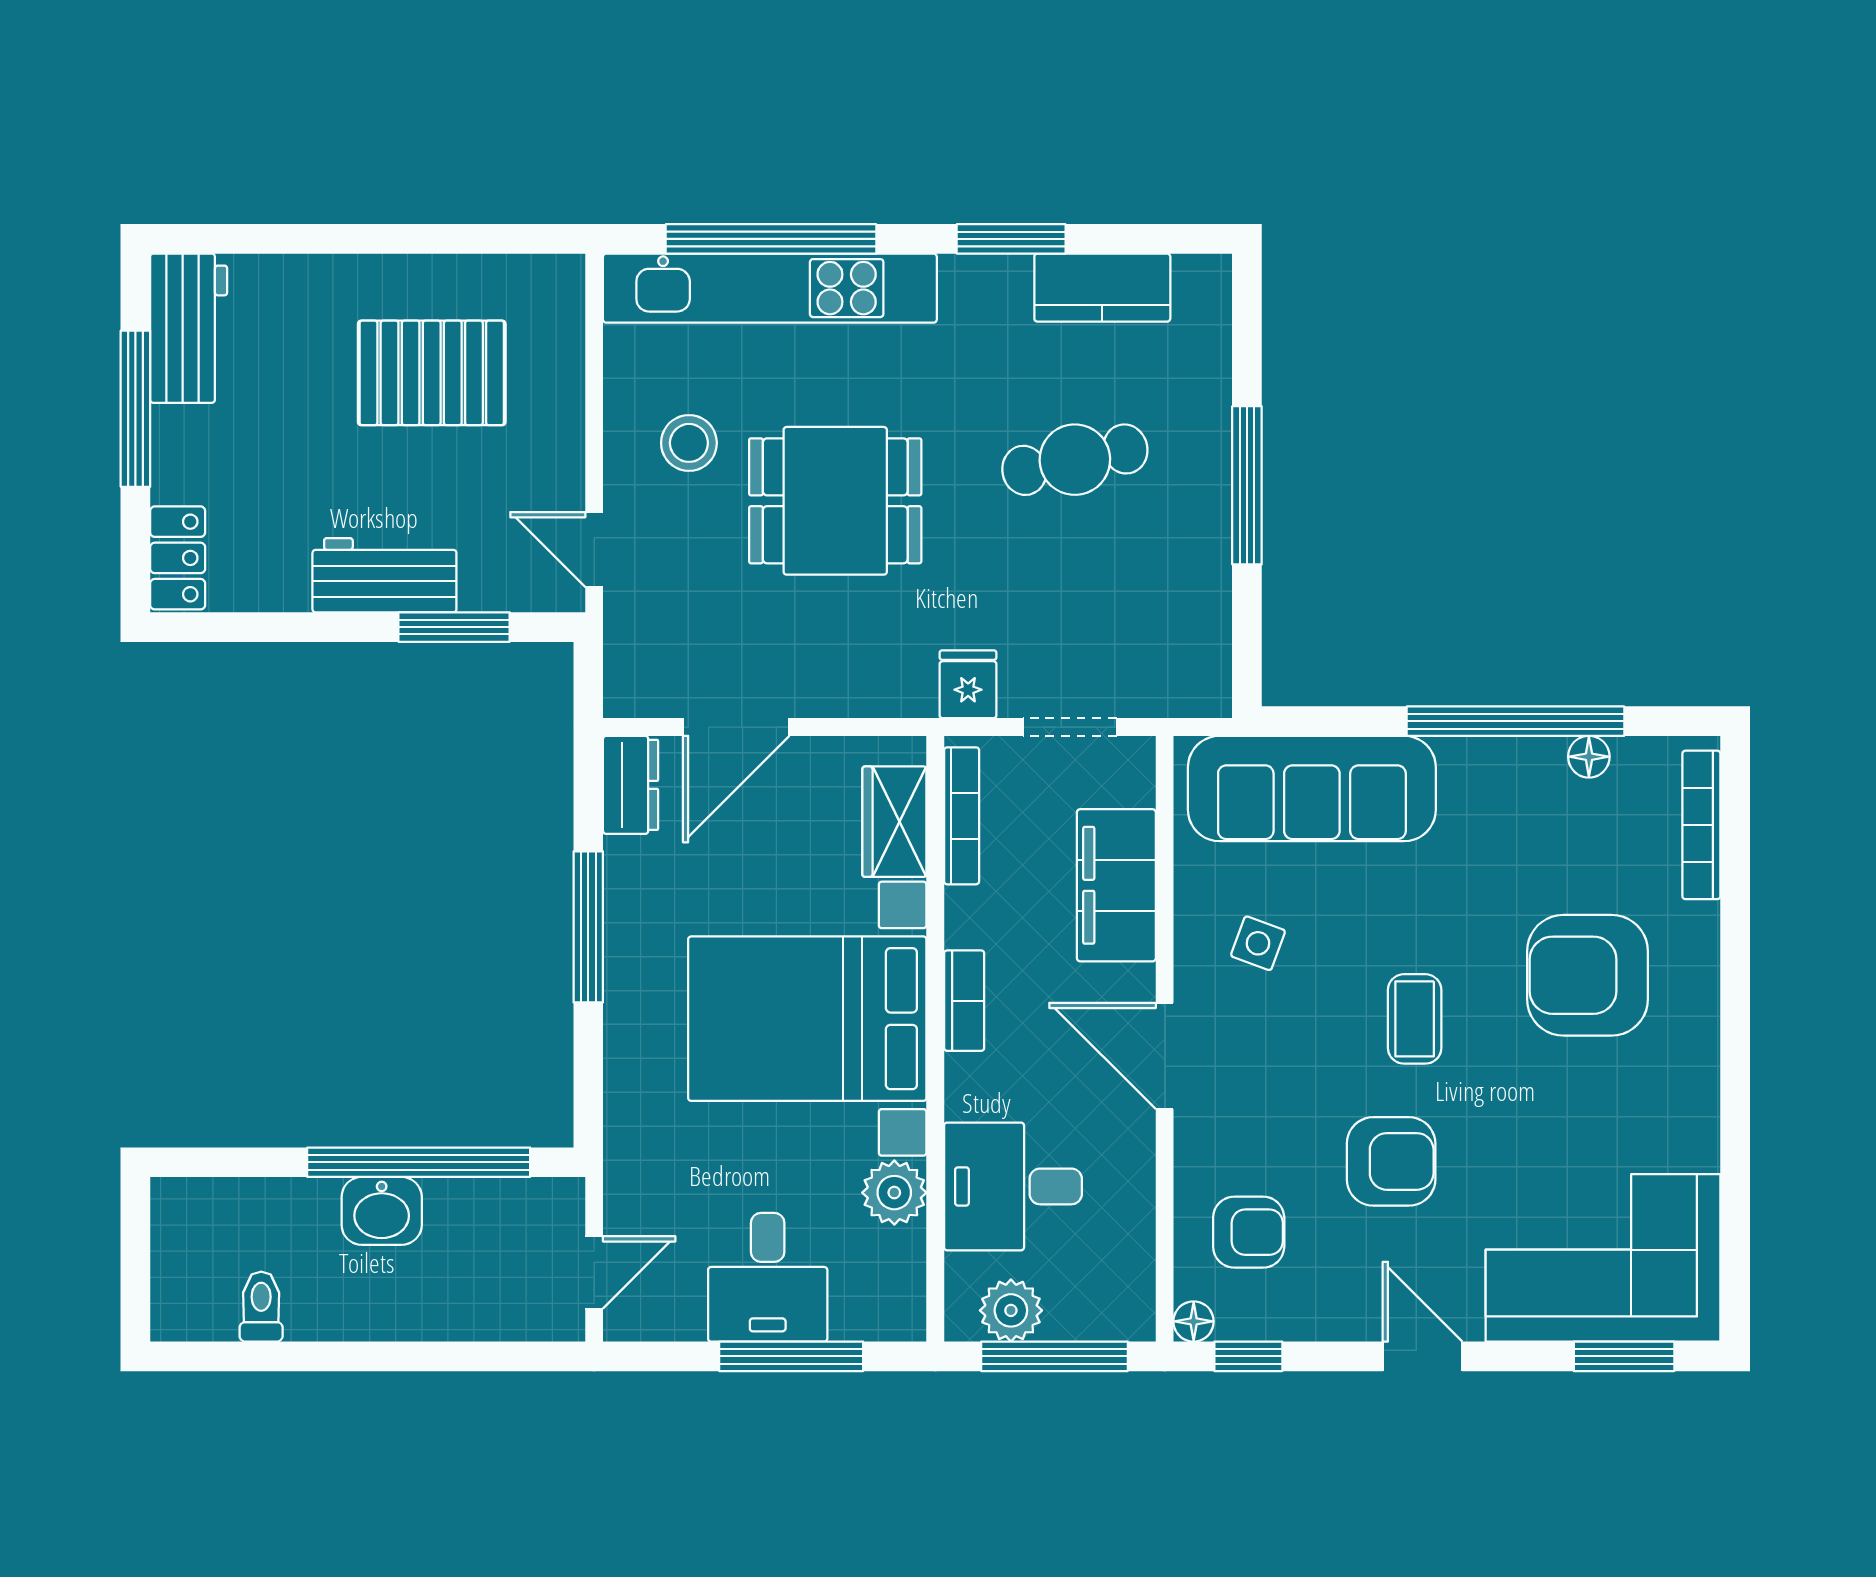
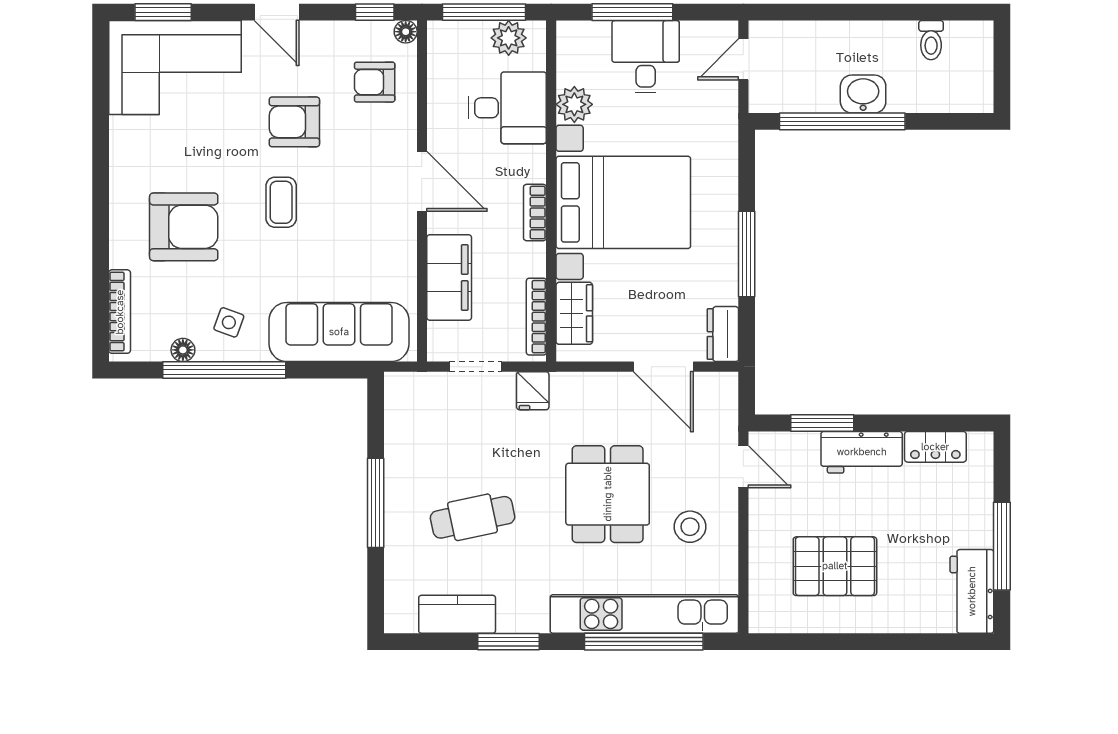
dining table: (835, 501) -> (608, 494), turned 90
locker: (178, 558) -> (935, 447), moved, turned -90
door: (736, 727) -> (663, 367), swing flipped
side table: (1258, 943) -> (229, 322), moved

